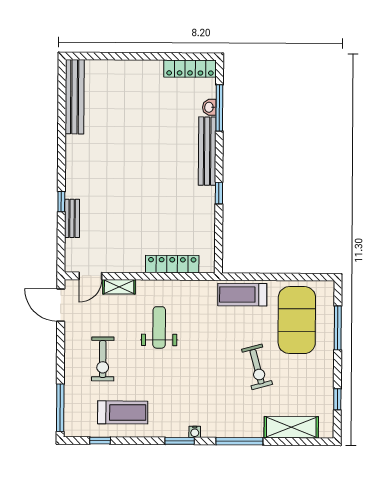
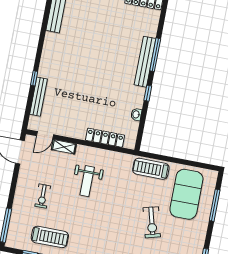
washbasin: (209, 107) -> (136, 114), moved
window: (219, 108) -> (155, 55), moved
bench: (72, 218) -> (39, 97), width x1.36
weight bench: (159, 327) -> (87, 181), turned 180
exercise bike: (103, 359) -> (43, 196), width x0.73, depth x0.72

